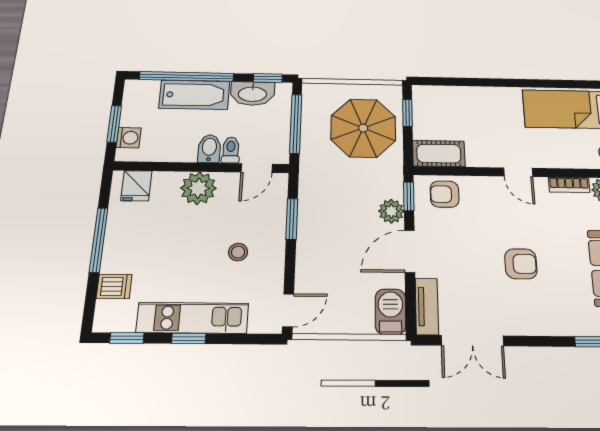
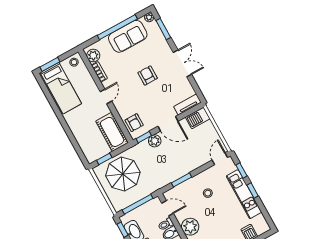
cot: (439, 154) -> (112, 132), width x1.37, depth x1.34
door: (288, 310) -> (220, 159), hinge flipped
window: (127, 338) -> (241, 170), moved
double door: (472, 341) -> (182, 63), moved

